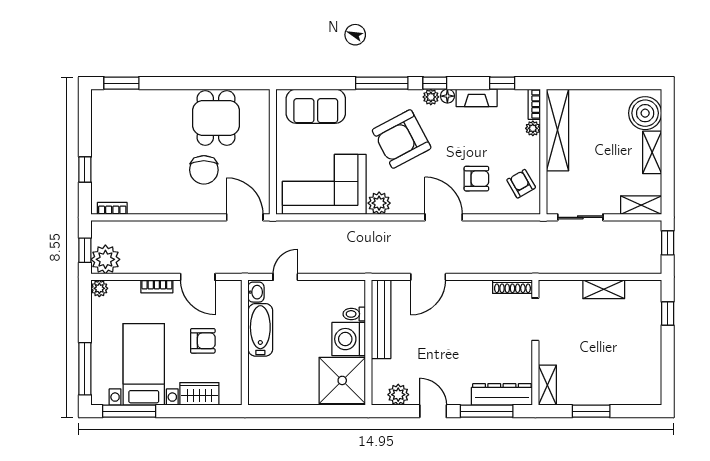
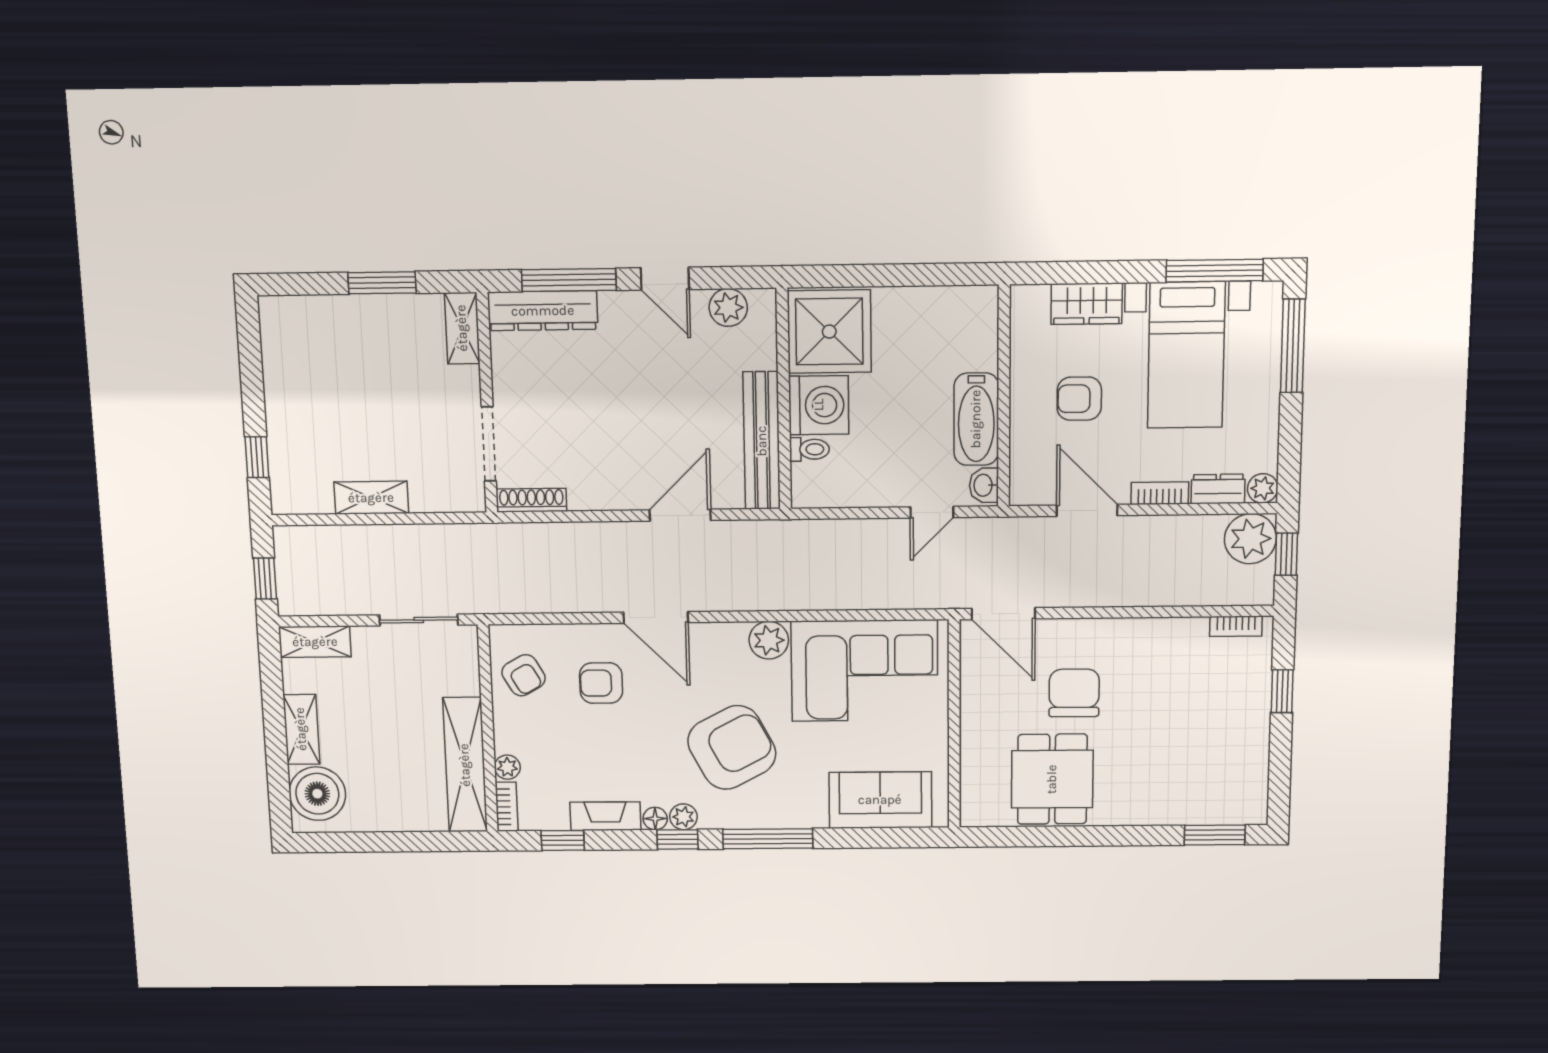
dresser: (124, 288) -> (1218, 489), added

